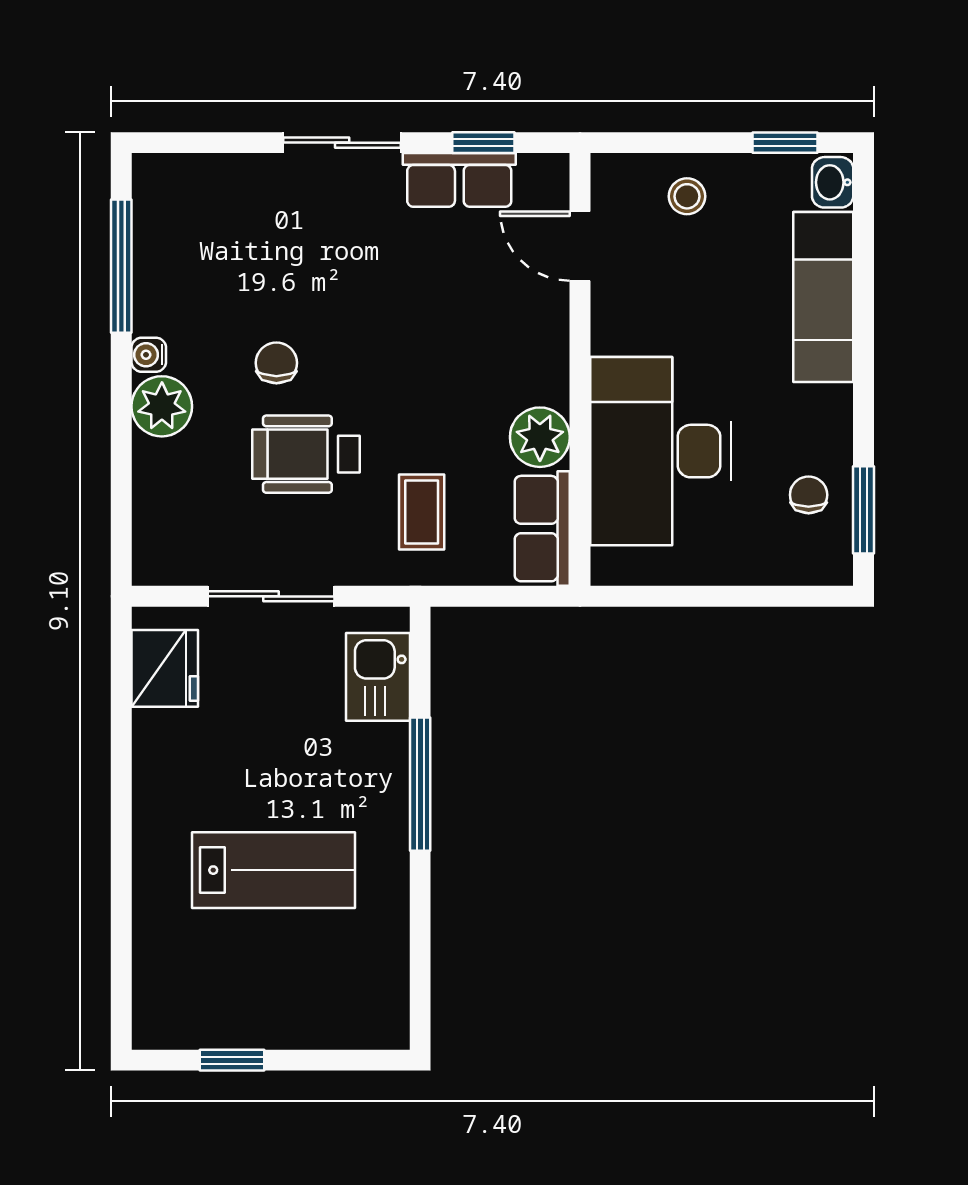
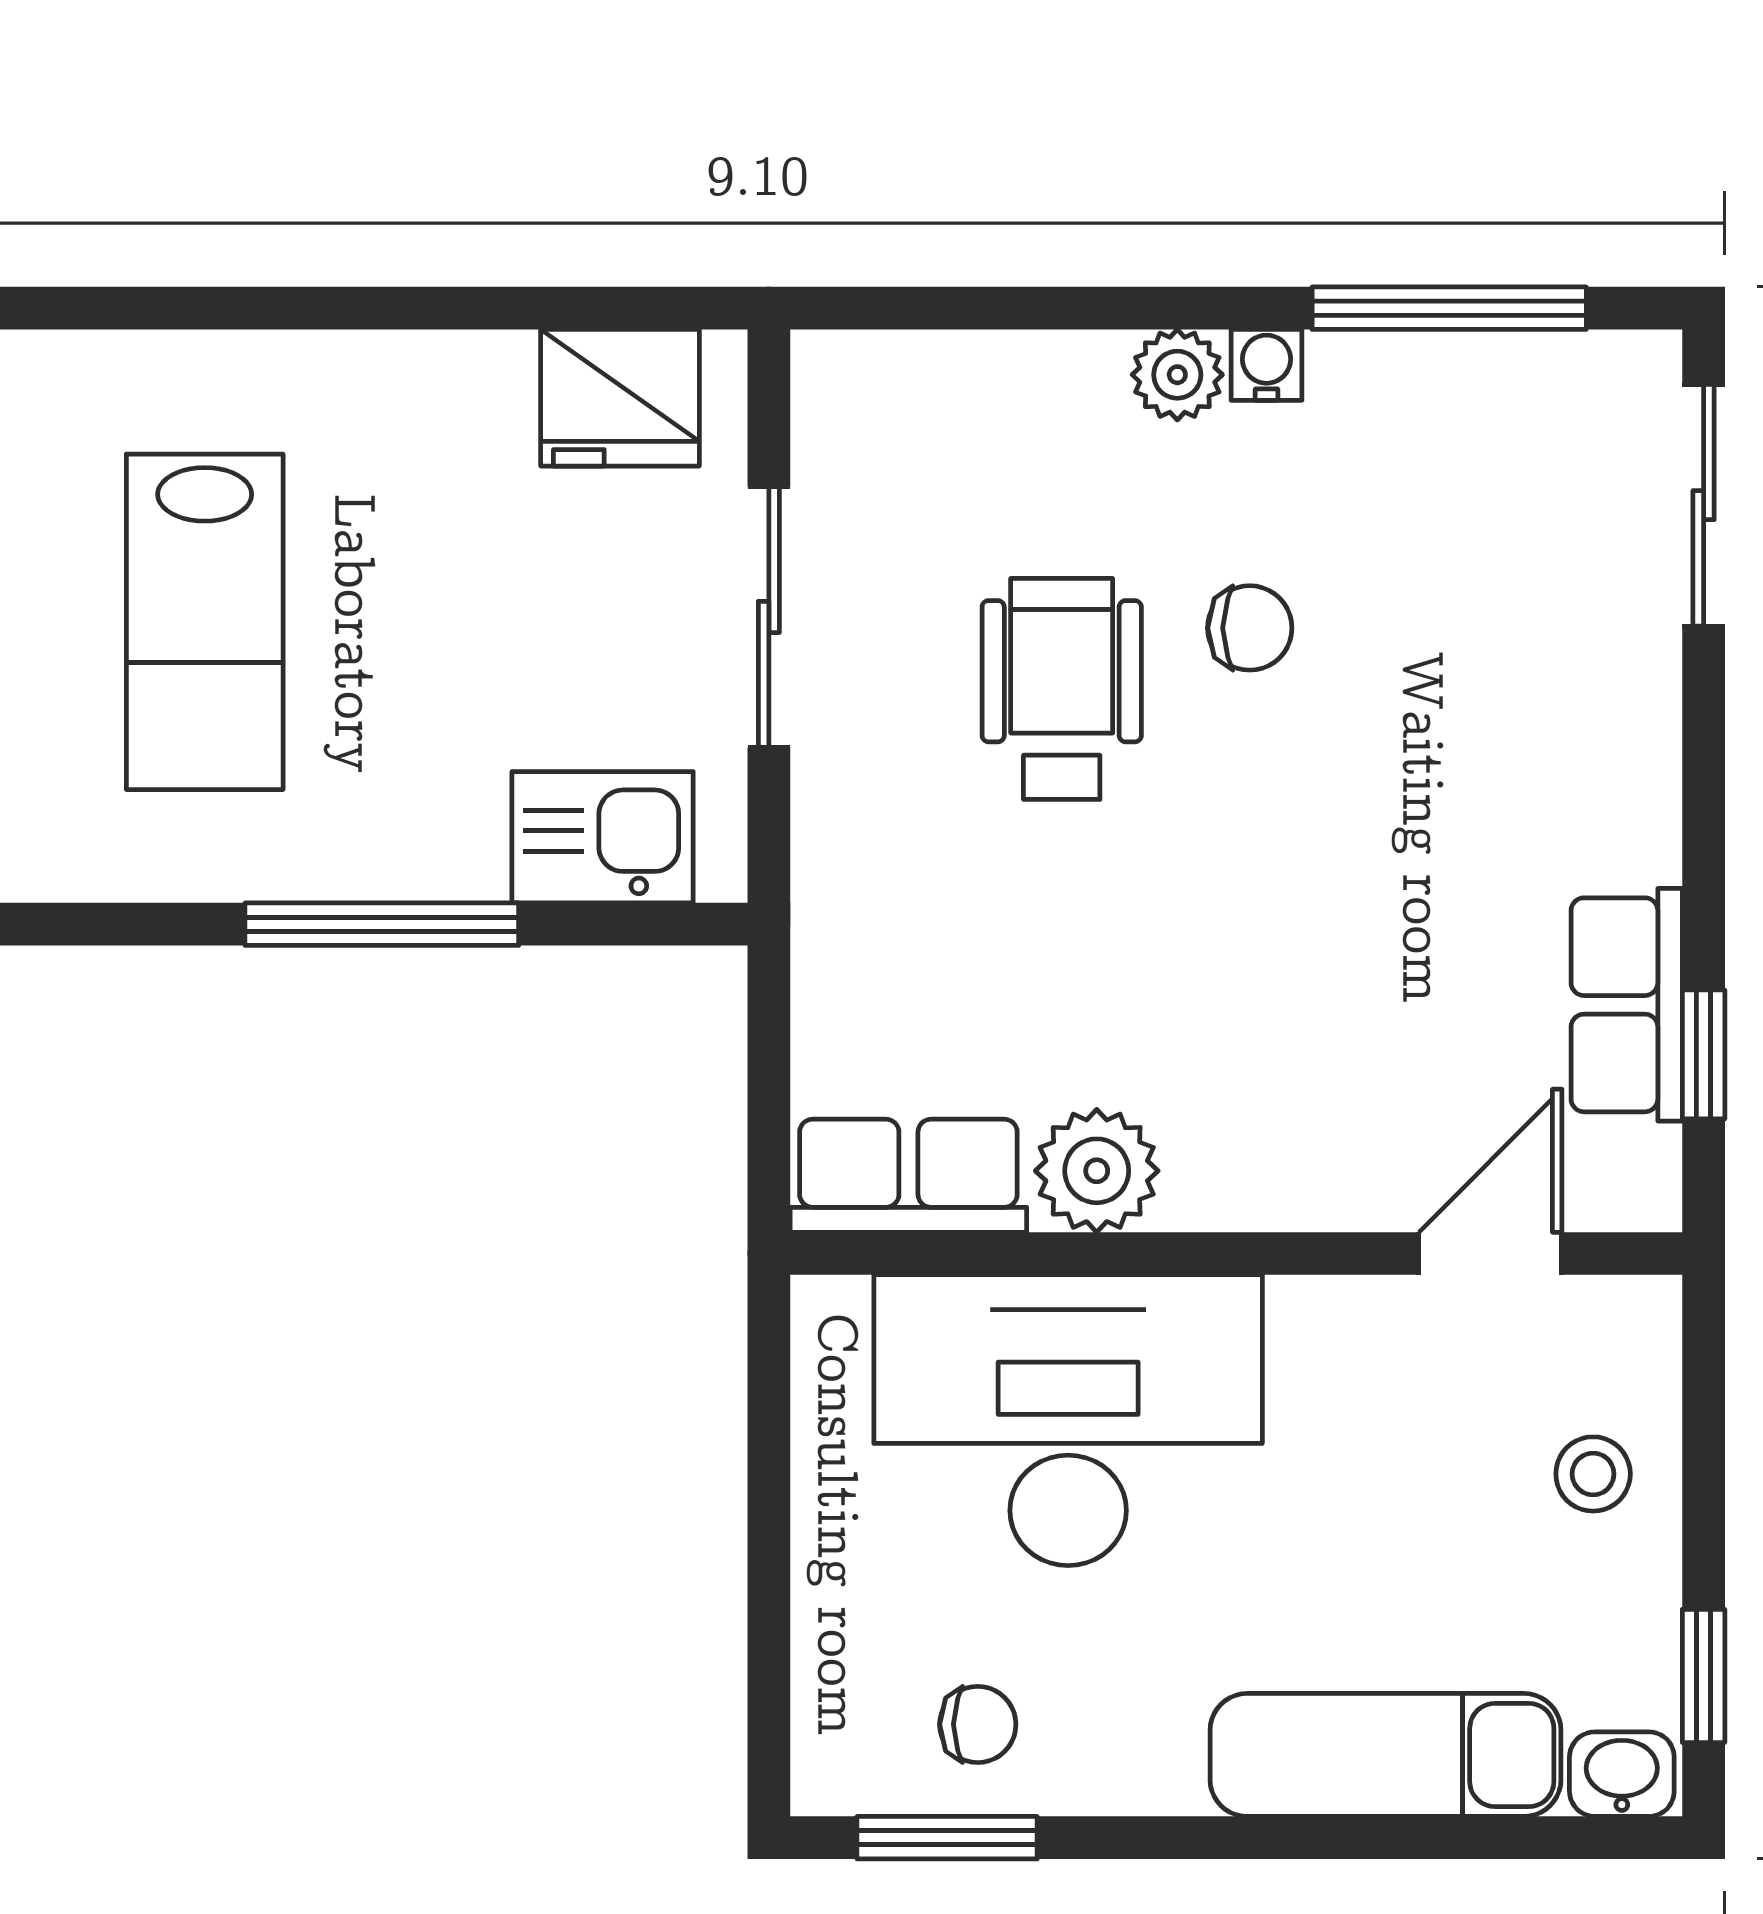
sliding door: (342, 143) -> (1704, 505), moved
plant: (162, 406) -> (1177, 375), width x0.73, depth x0.73
coffee table: (422, 512) -> (942, 927), removed

